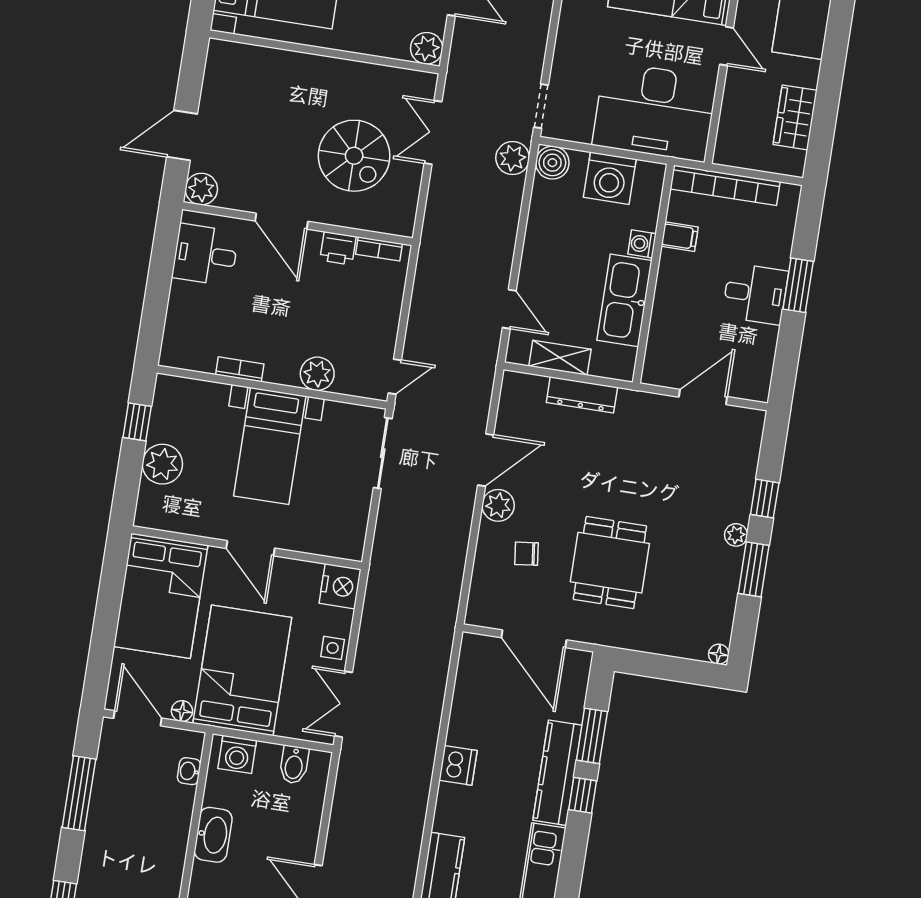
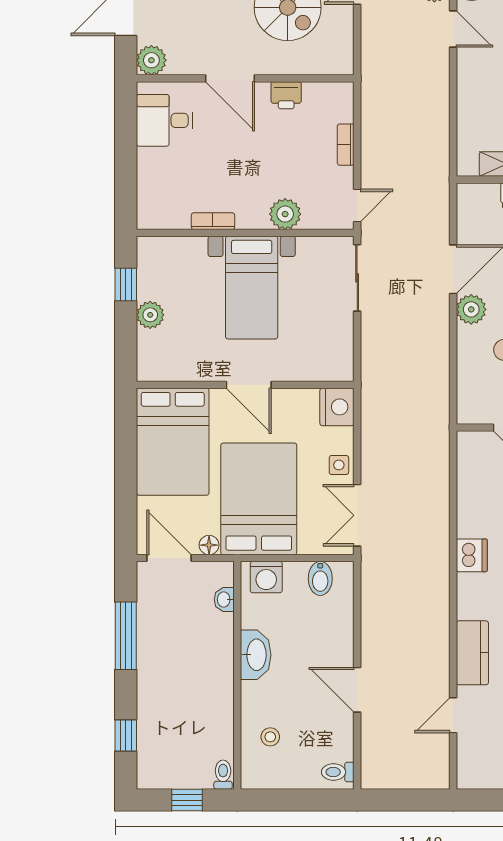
bookcase: (379, 249) -> (346, 145), moved, turned 90
door: (509, 309) -> (453, 29), moved
plant: (162, 464) -> (150, 315), width x0.73, depth x0.73

